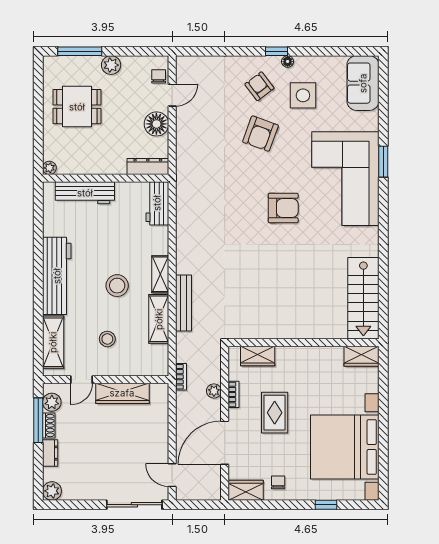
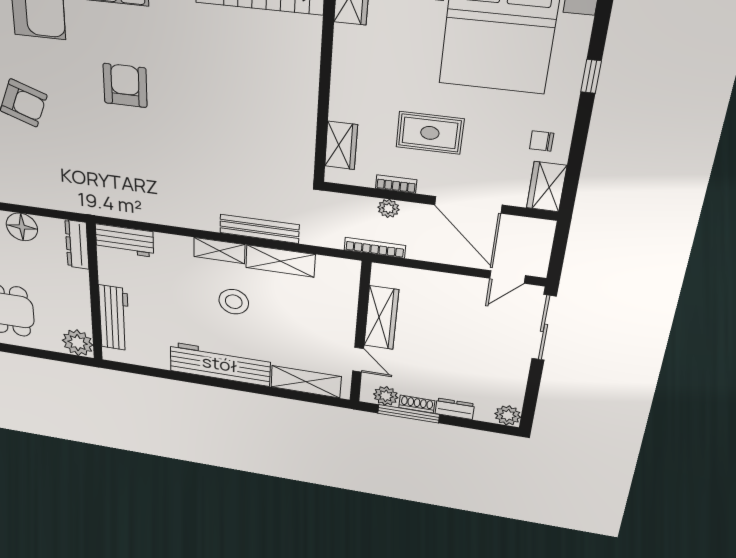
plant: (49, 168) -> (78, 343), width x1.87, depth x1.87
stool: (107, 339) -> (305, 323), removed
bookcase: (181, 377) -> (375, 248), width x1.56

